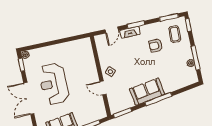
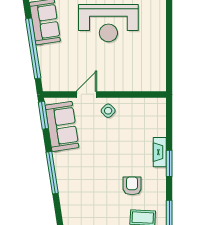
door: (112, 30) -> (169, 126), removed
reception desk: (54, 84) -> (108, 23), turned 180
sofa: (147, 92) -> (62, 126), moved

